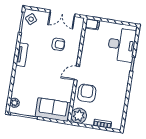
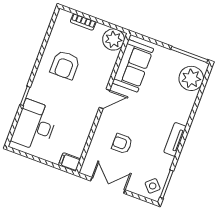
armchair: (87, 93) -> (65, 65), moved
plant: (15, 103) -> (191, 78), width x1.88, depth x1.88
sofa: (53, 110) -> (133, 66), moved, turned -90

